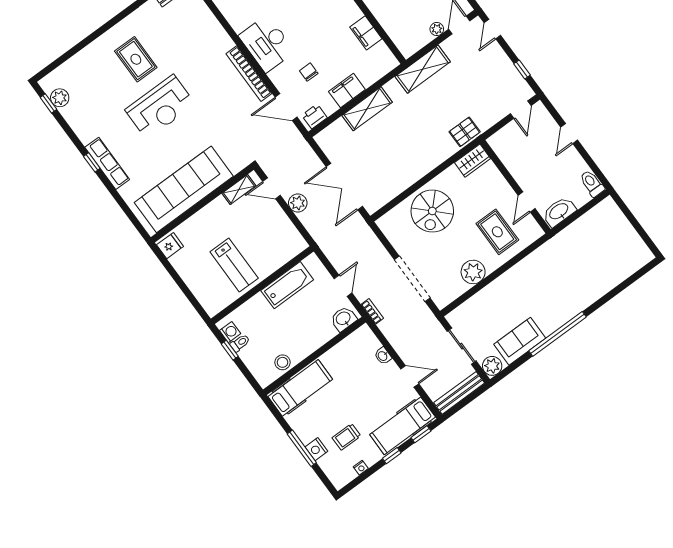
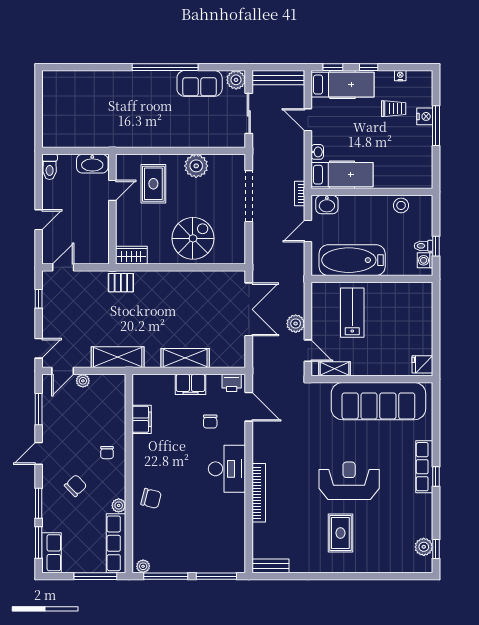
bookcase: (249, 74) -> (259, 493), moved
lab bench: (234, 265) -> (352, 313), moved
bathtub: (287, 285) -> (352, 260), width x1.36, depth x1.36
hospital bed: (300, 388) -> (342, 175), moved, turned 180

